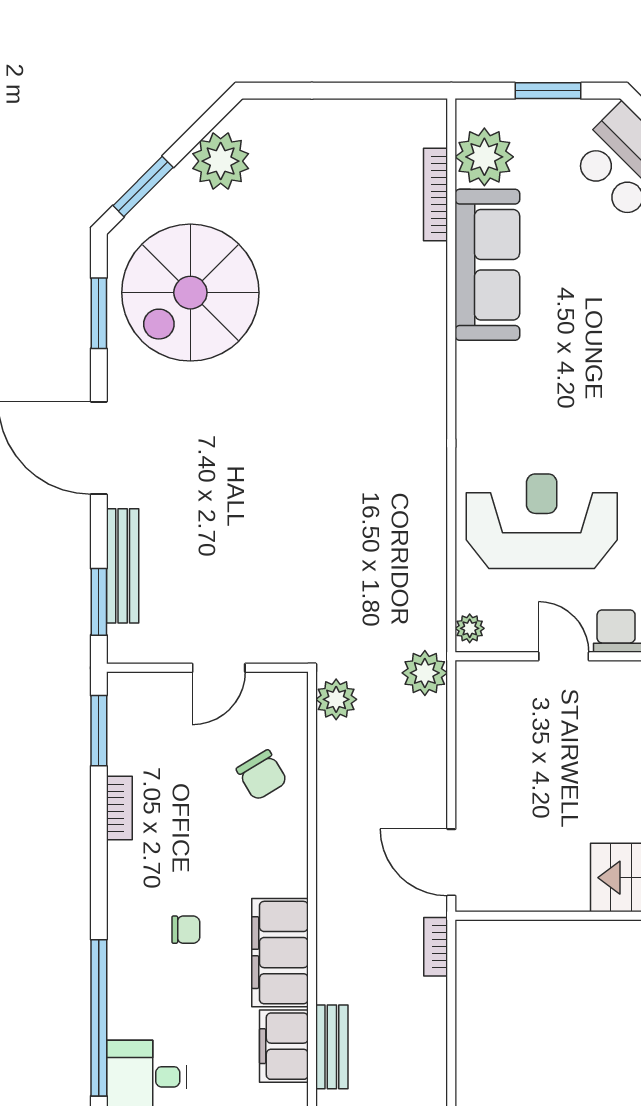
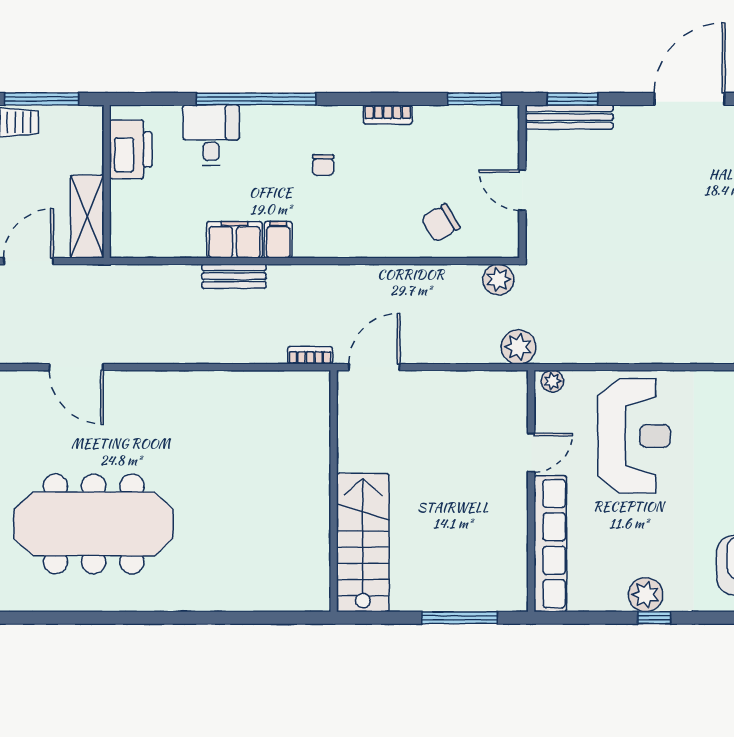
bench: (123, 566) -> (569, 117), moved
bookcase: (119, 808) -> (388, 115), moved
filing cabinet: (280, 953) -> (278, 240), width x0.33, depth x0.86

